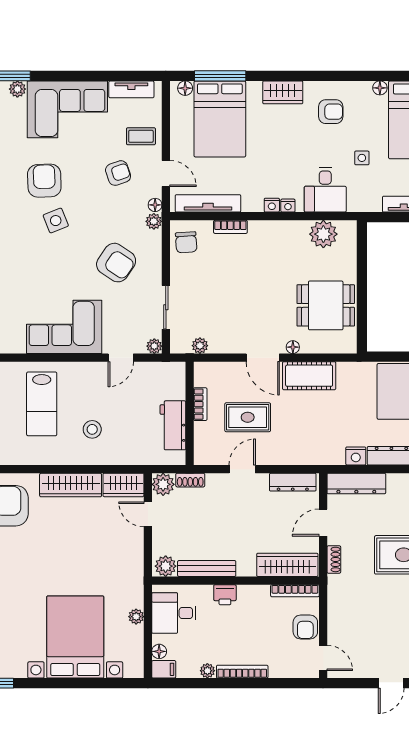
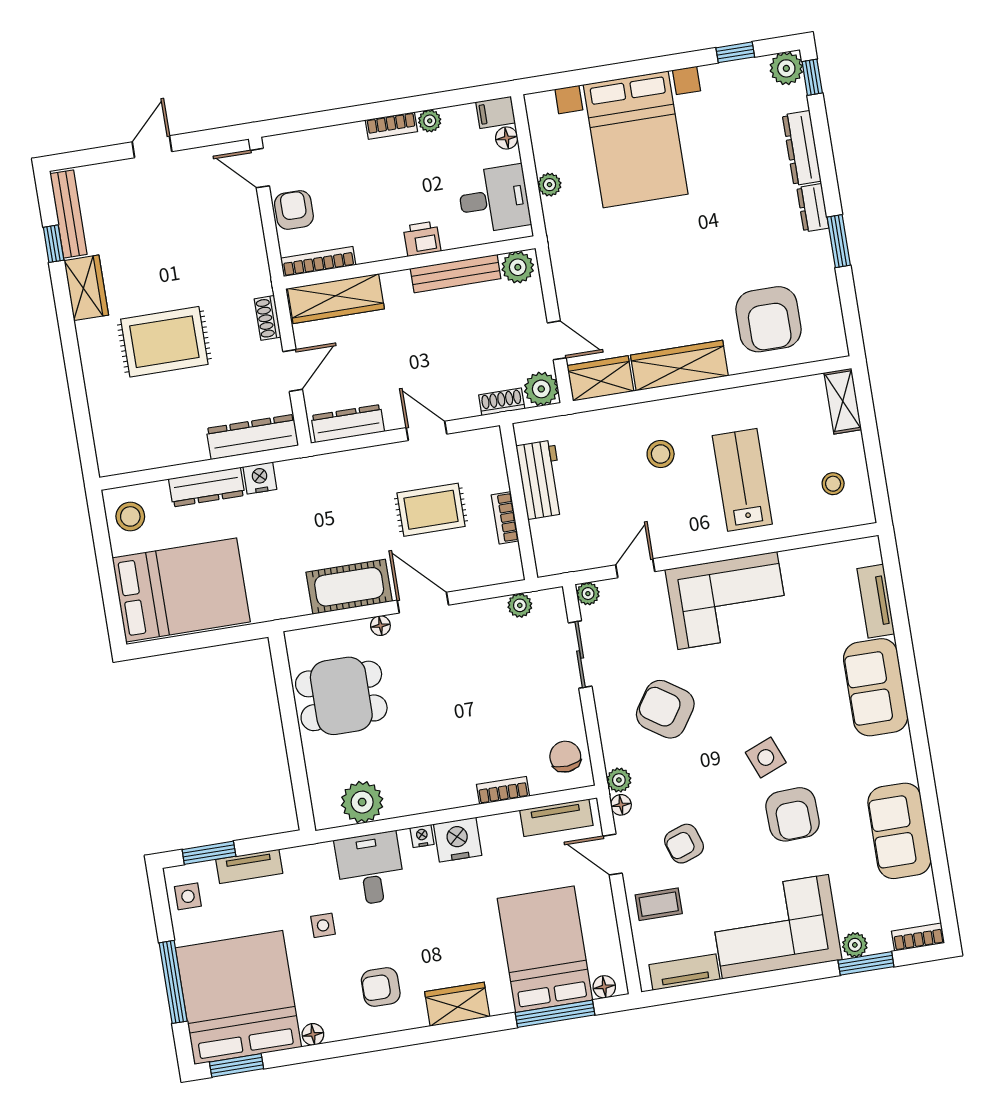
tv unit: (208, 203) -> (556, 818), width x0.71
nightstand: (272, 205) -> (458, 840), width x1.89, depth x1.79
door: (242, 469) -> (426, 431), swing flipped
bookcase: (242, 672) -> (391, 126), width x0.64

